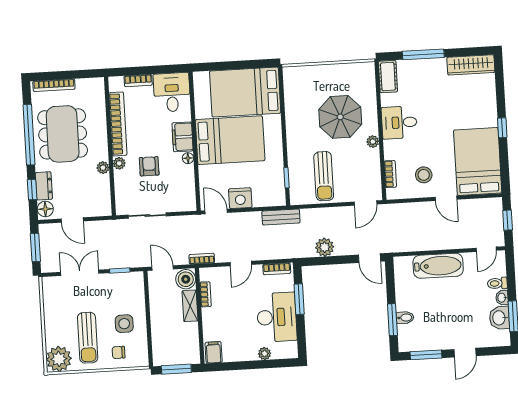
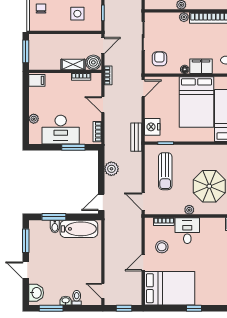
desk: (399, 122) -> (187, 231), moved
armchair: (149, 166) -> (159, 59), moved, turned -90
sun lounger: (324, 176) -> (165, 171), turned -90
nightstand: (240, 198) -> (152, 127), moved
bathtub: (438, 266) -> (79, 229), moved, turned -90
washbasin: (499, 318) -> (36, 293), moved, turned 90
side table: (124, 324) -> (77, 14), moved

